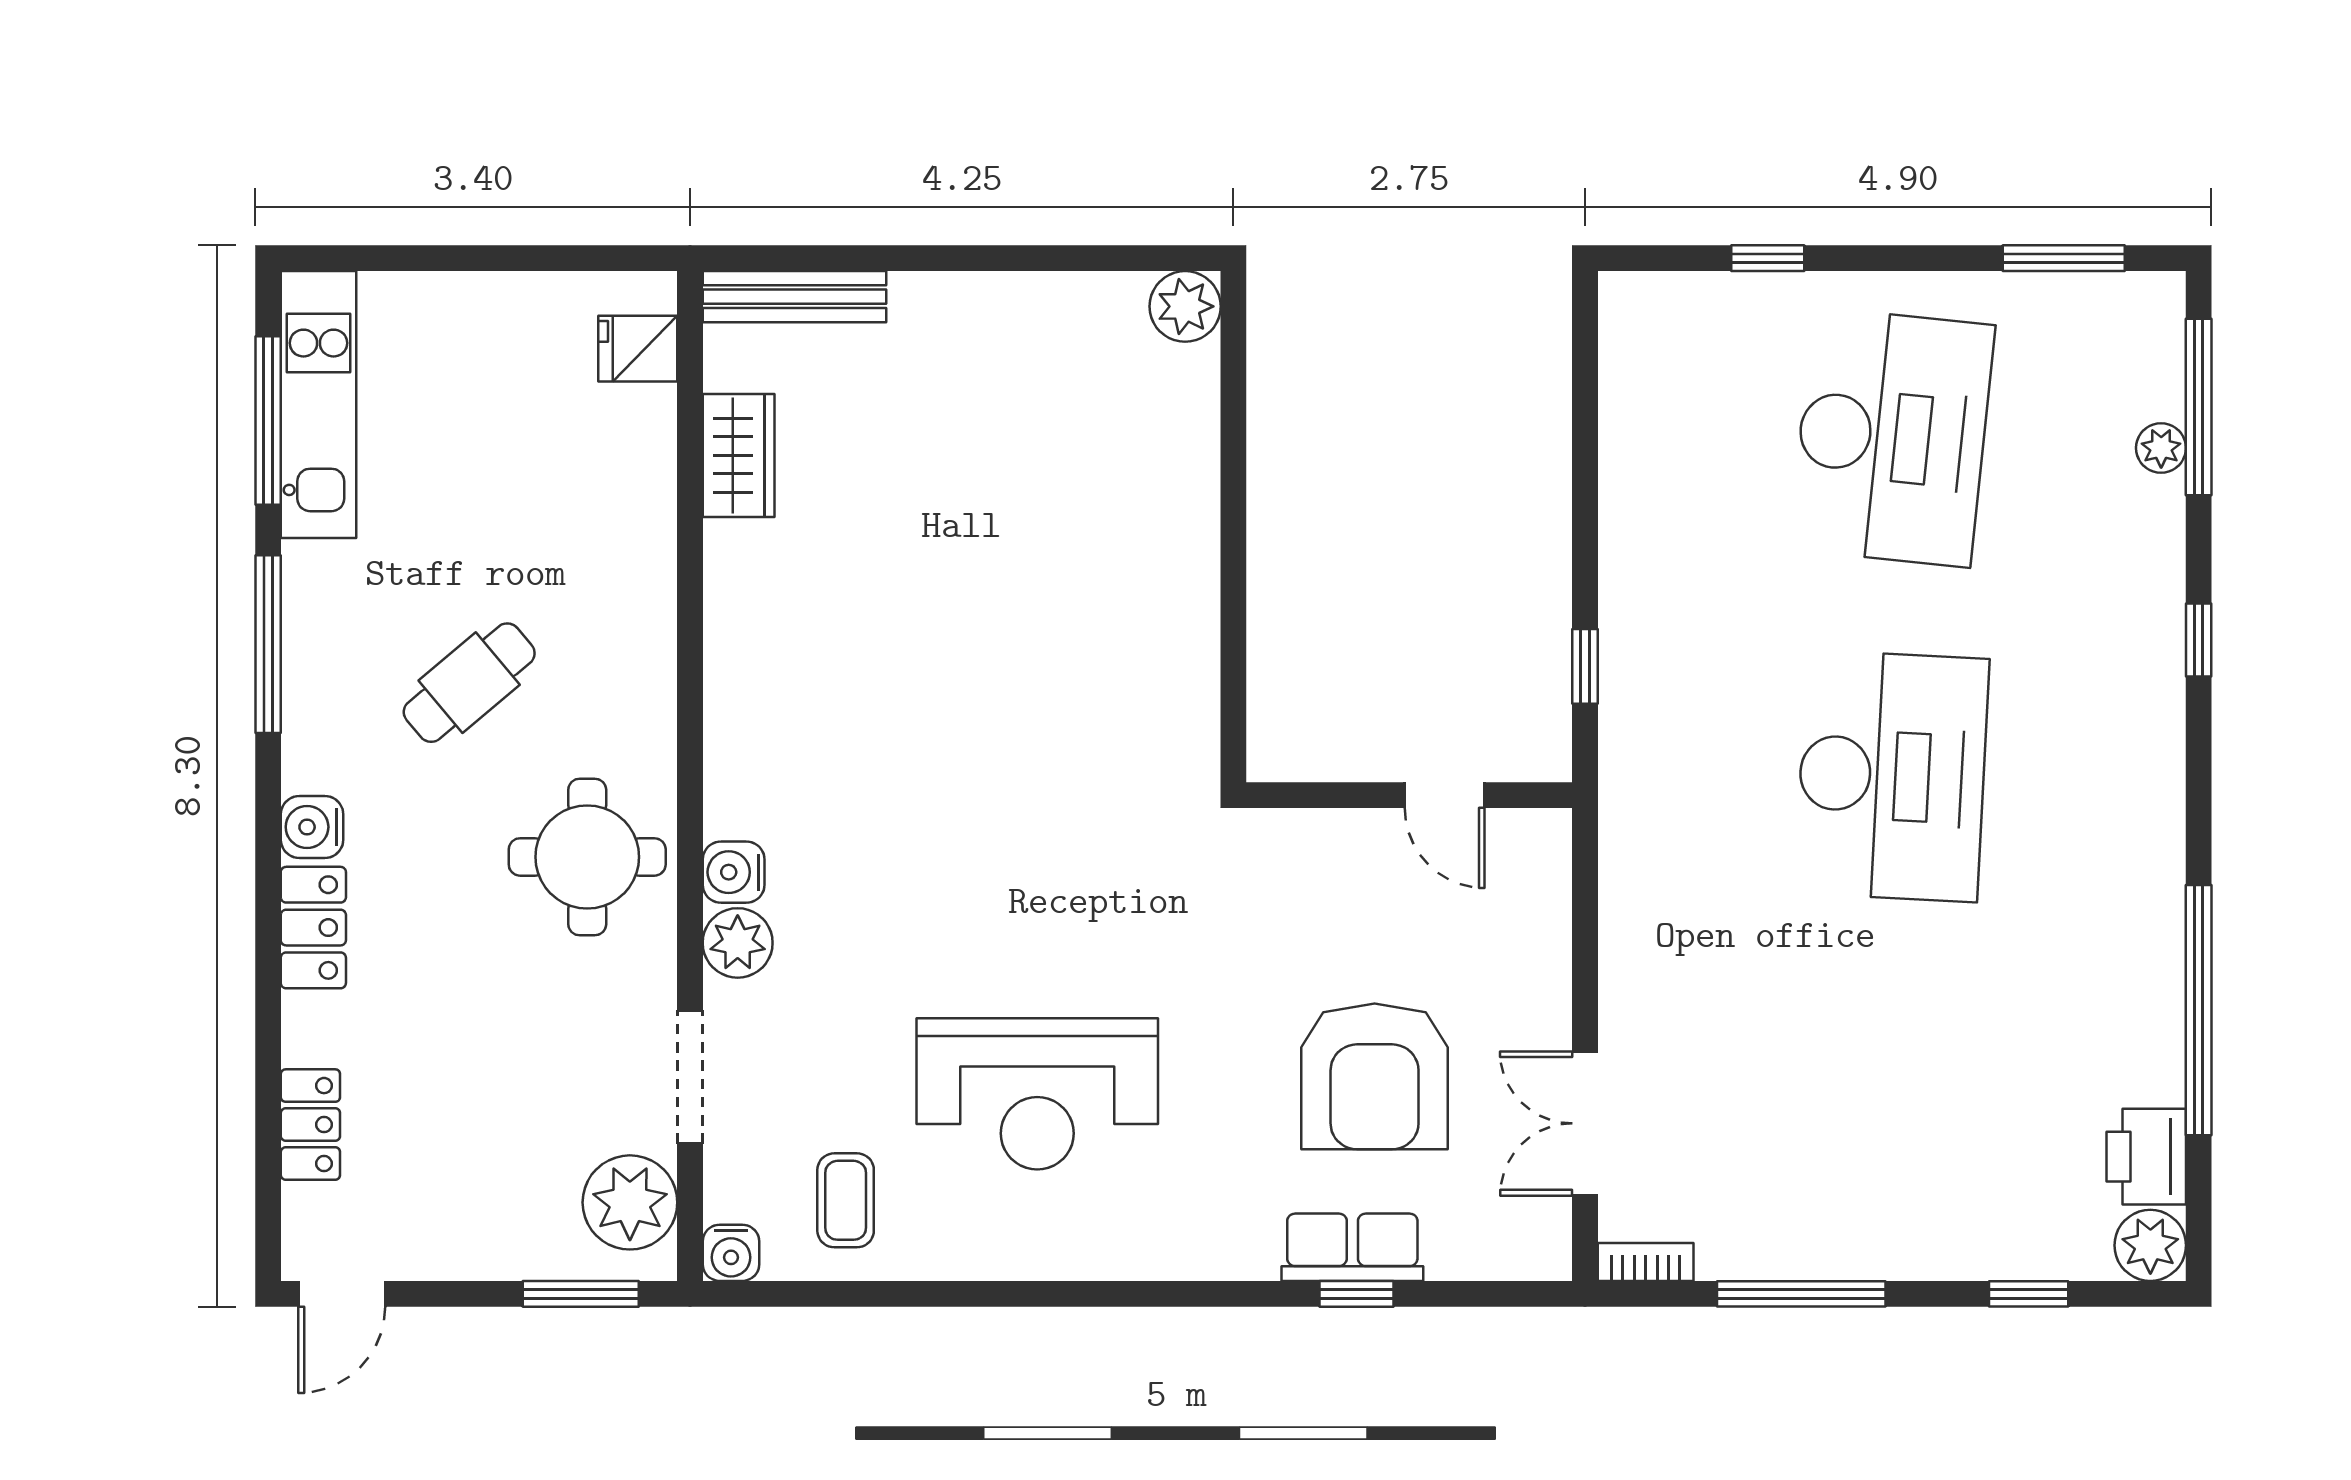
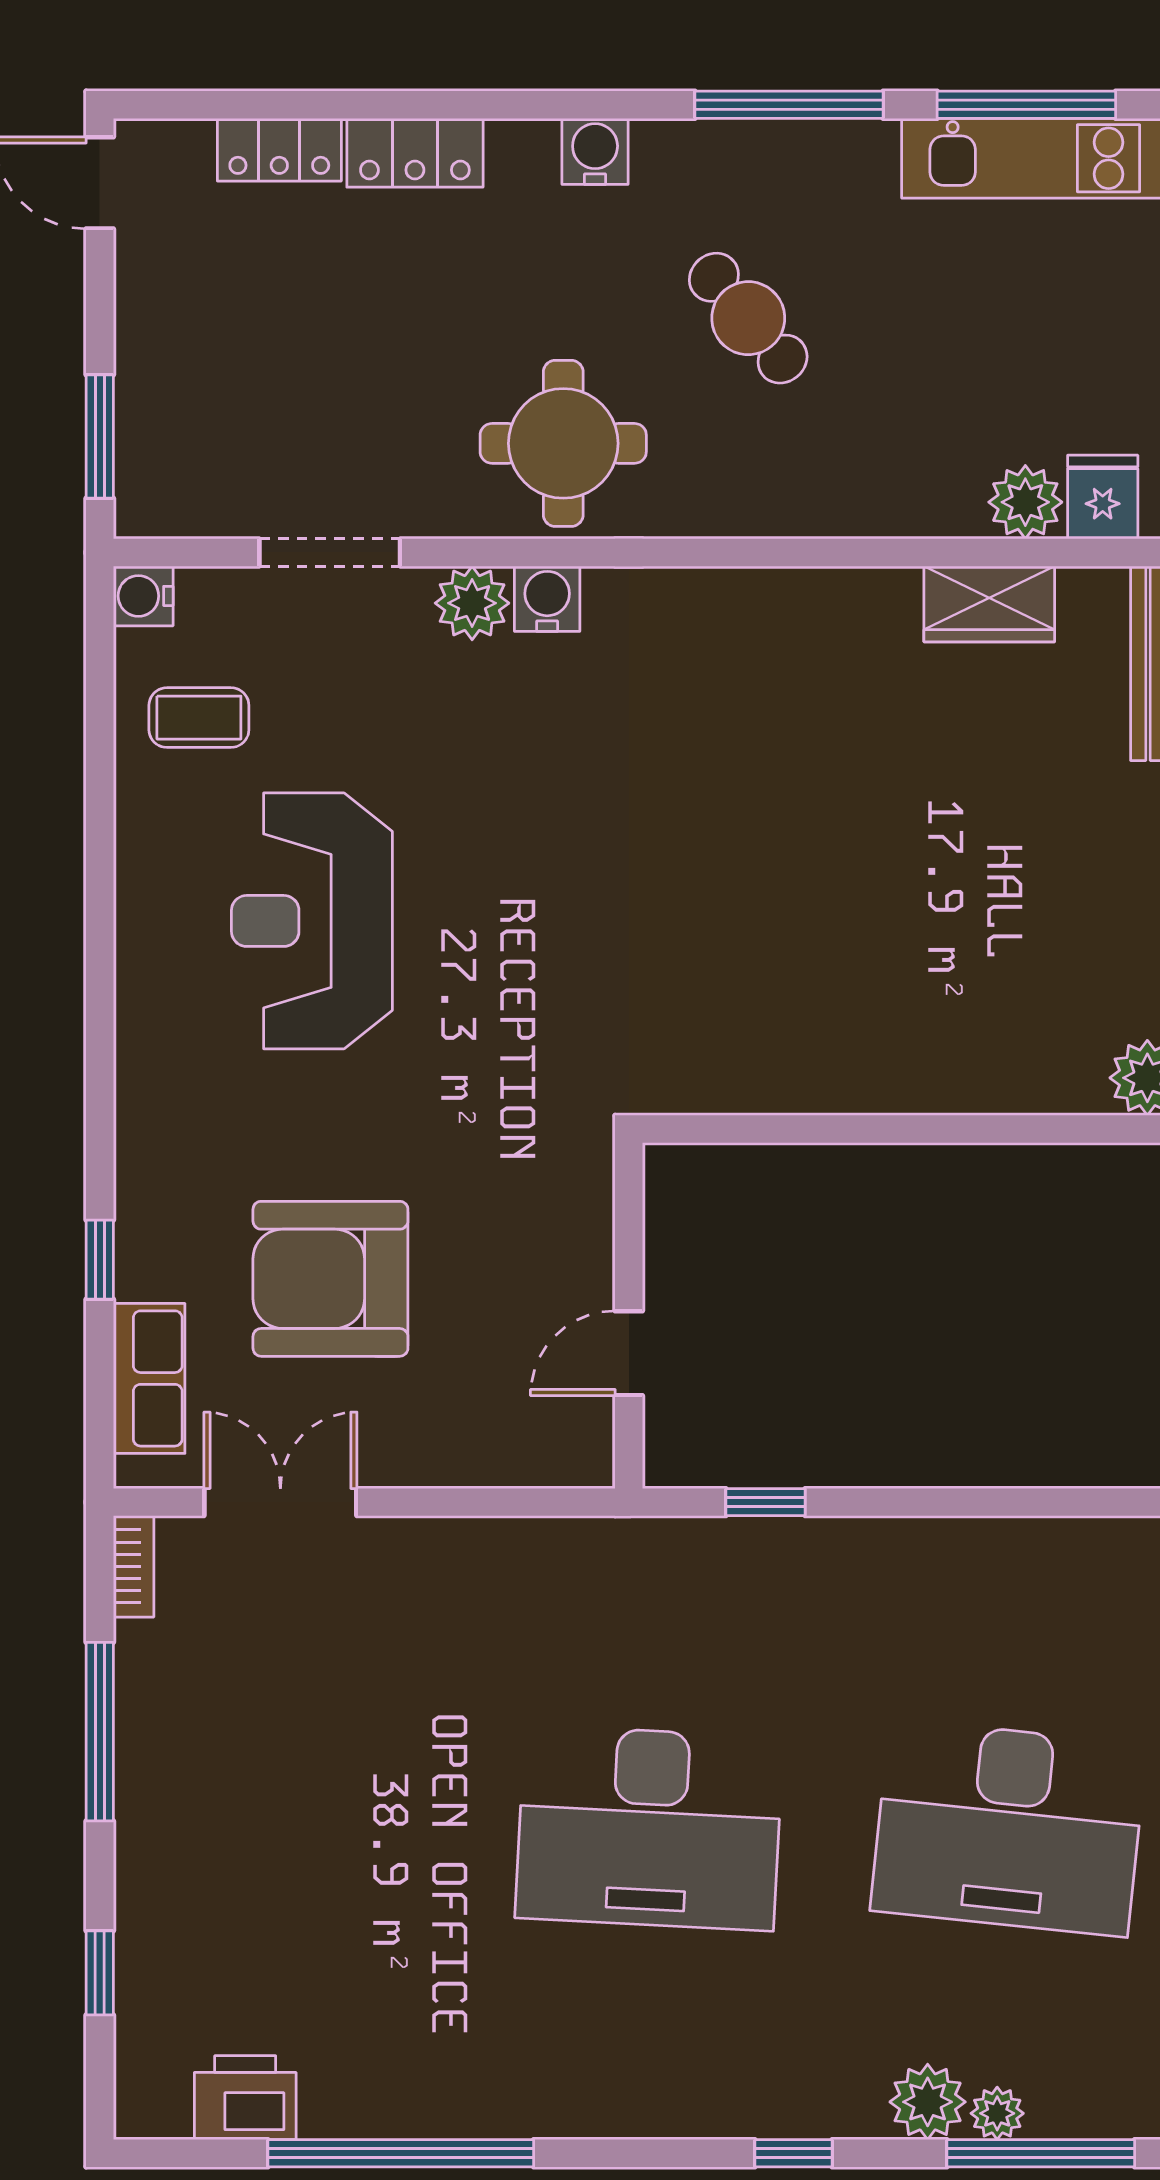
locker: (313, 928) -> (415, 153), moved
plant: (630, 1202) -> (1025, 502), moved, width x0.73, depth x0.73
plant: (2150, 1245) -> (928, 2102), moved
row of seats: (1352, 1247) -> (149, 1378), moved

